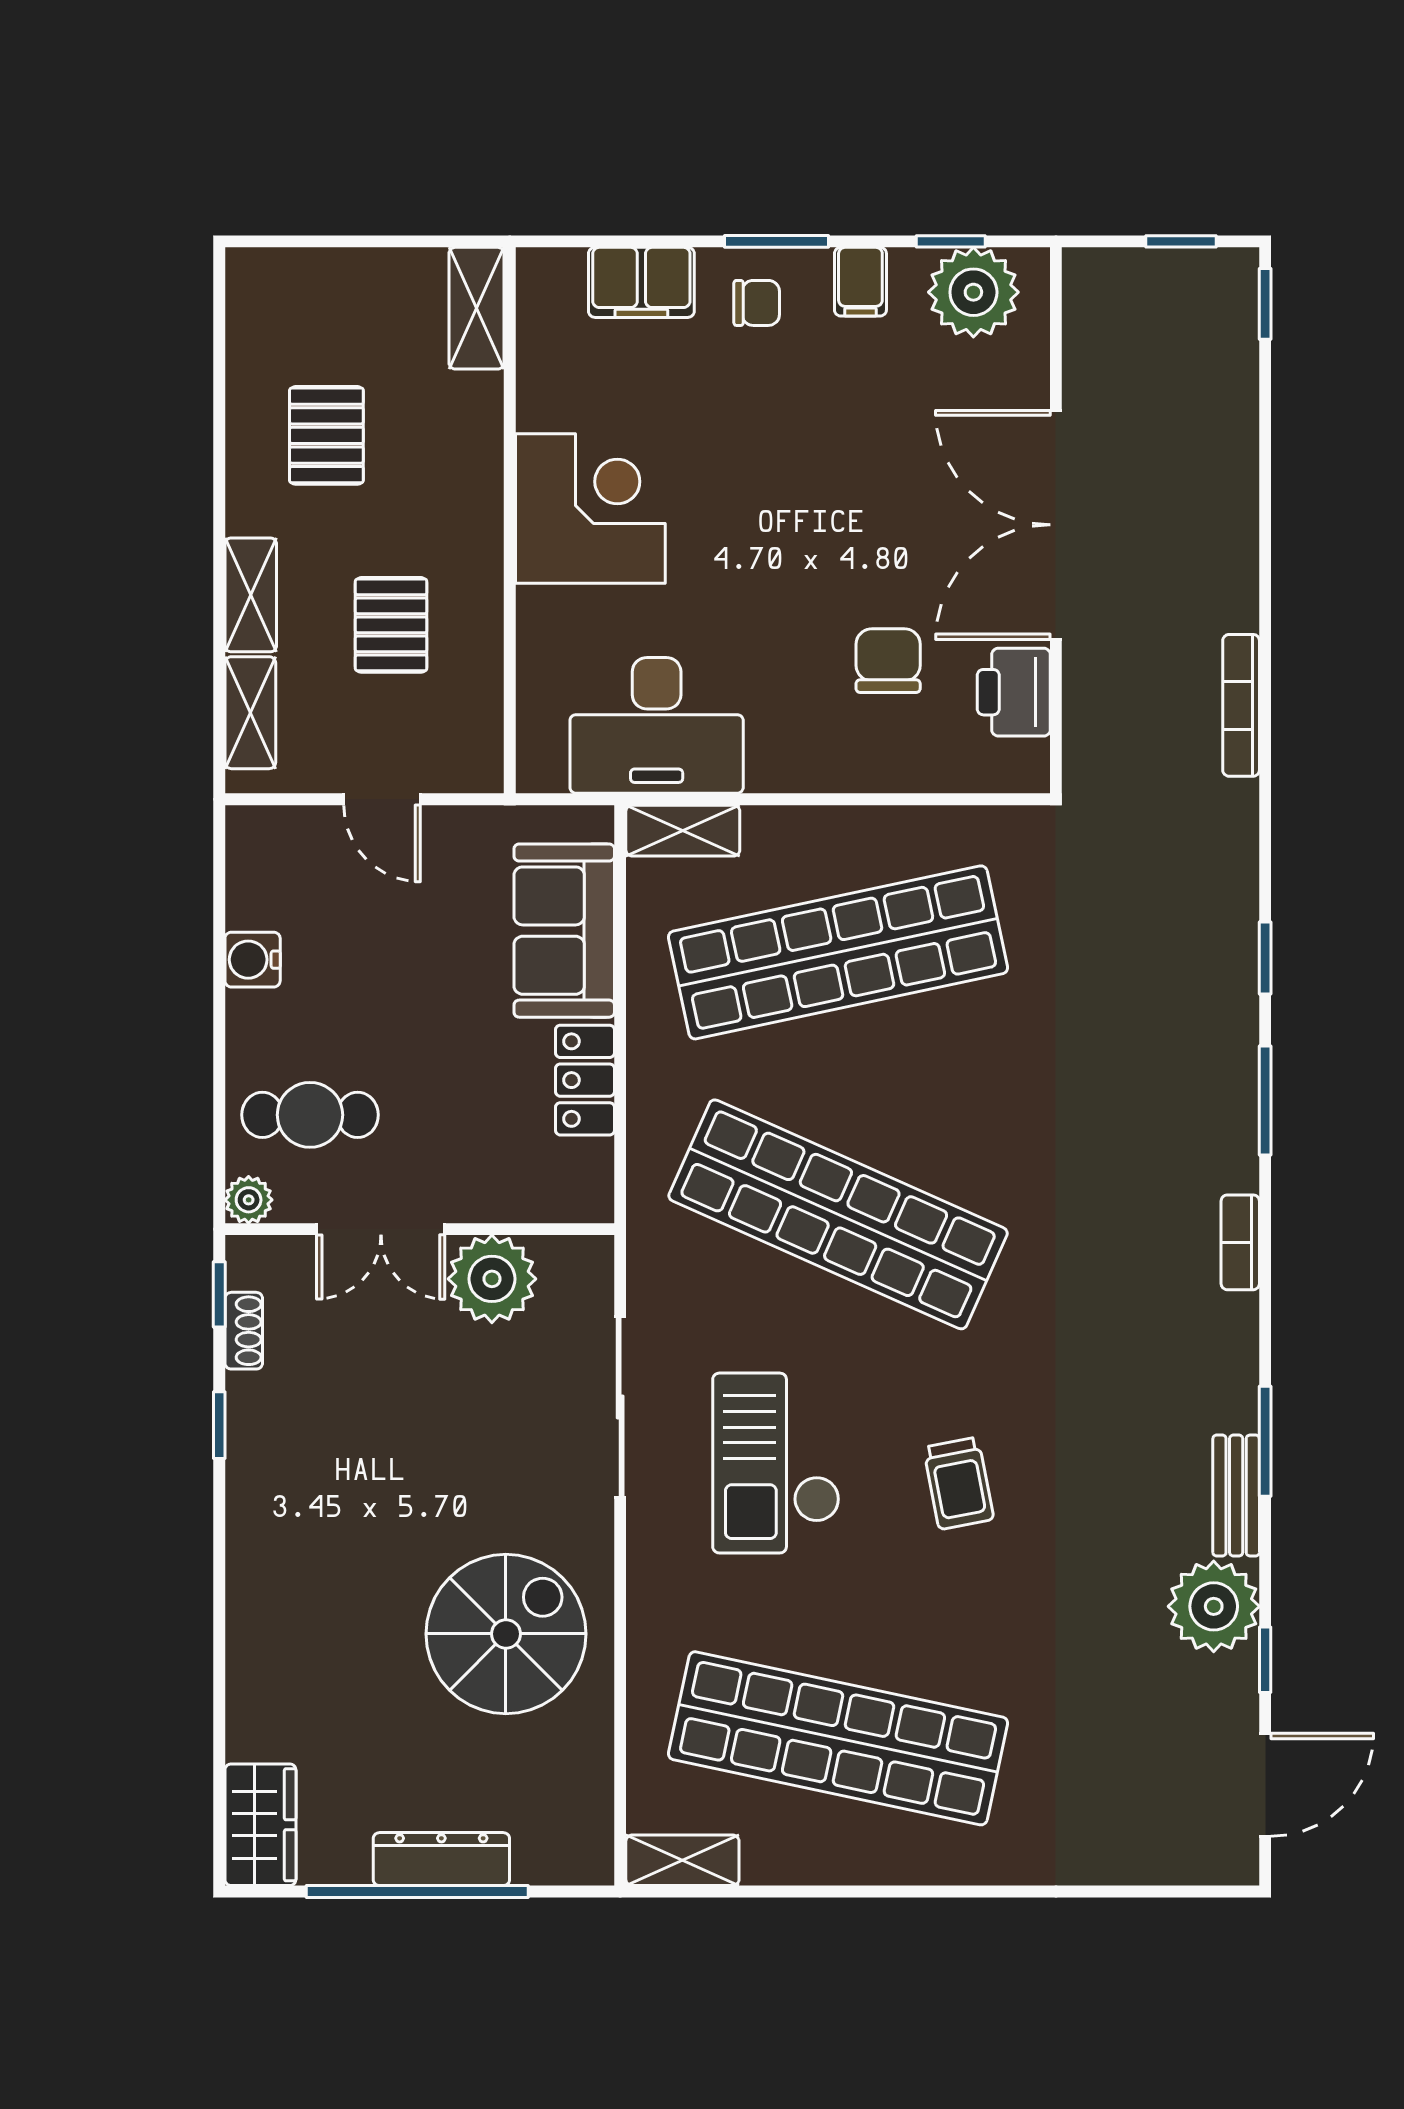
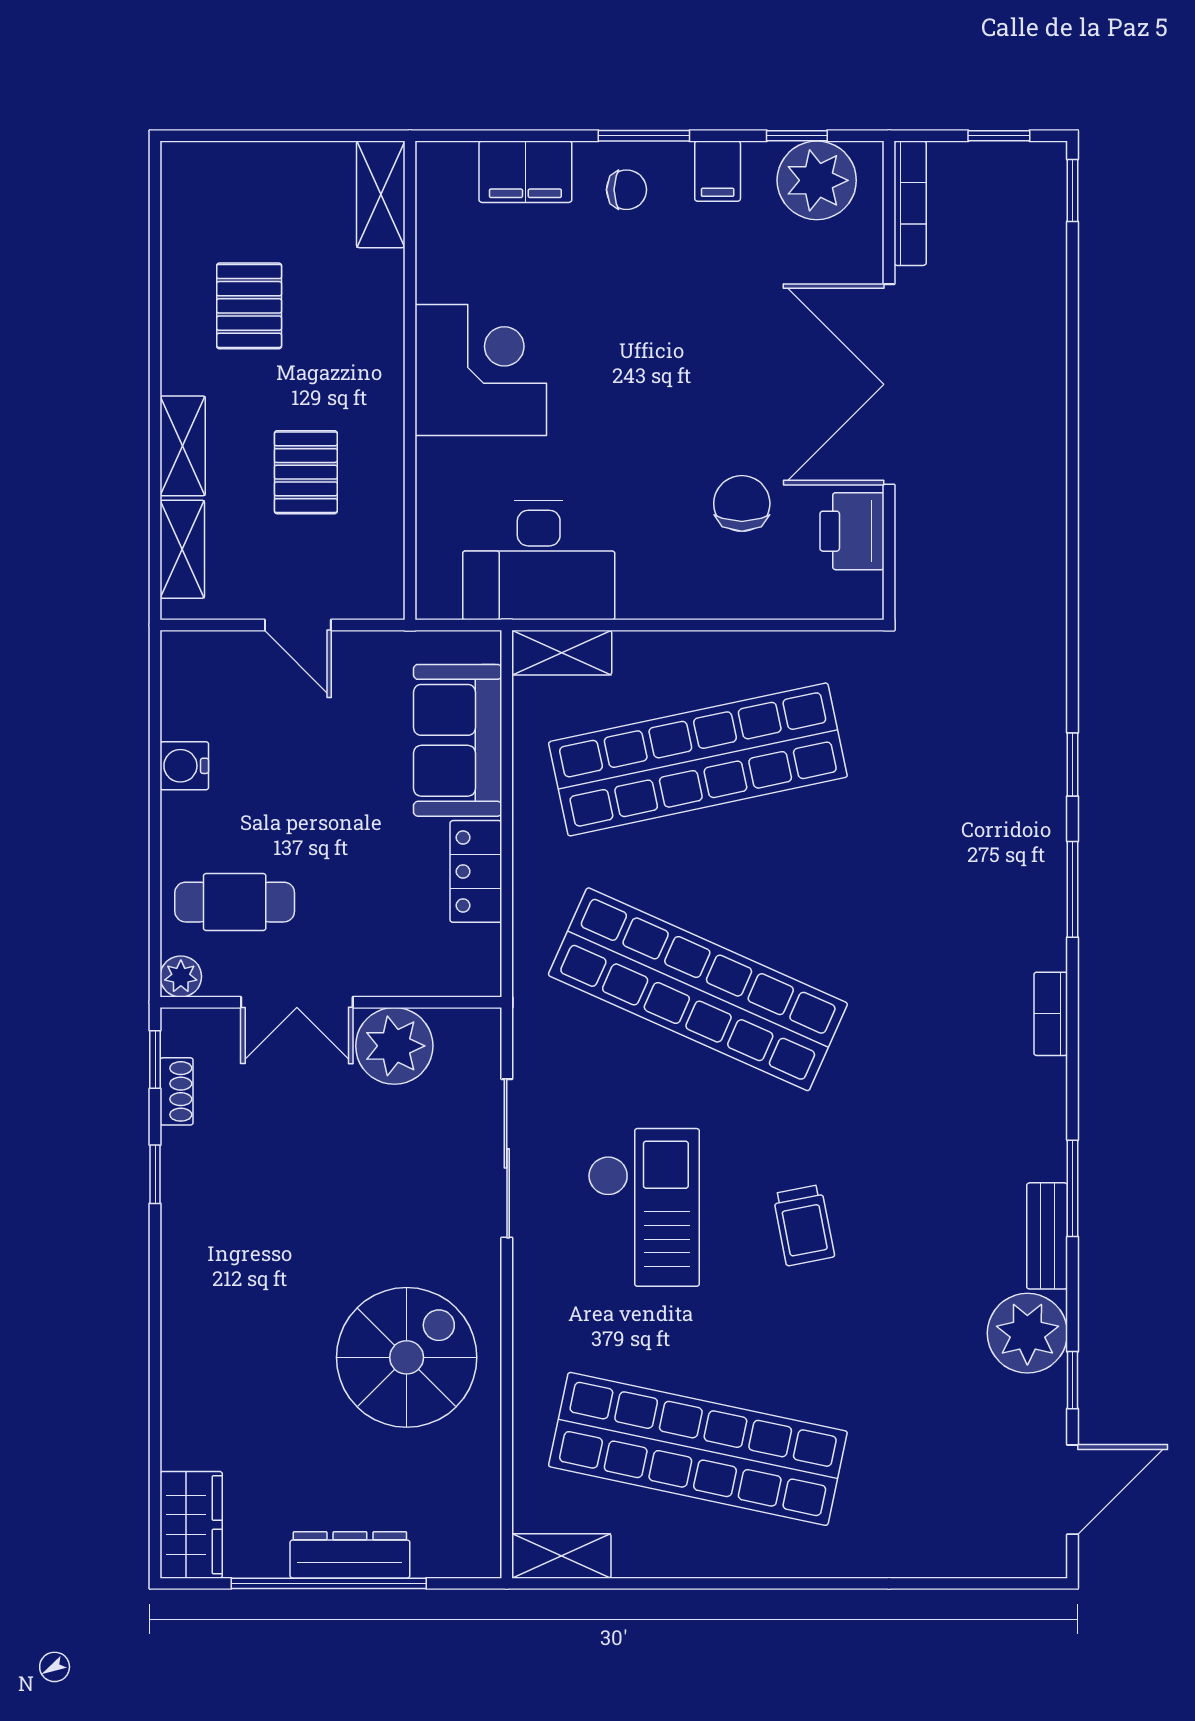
bookcase: (1241, 705) -> (910, 203), moved, turned 180
checkout: (776, 1463) -> (644, 1207), turned 180

